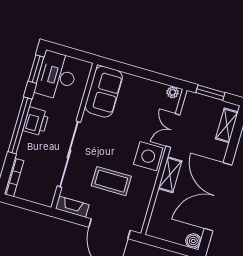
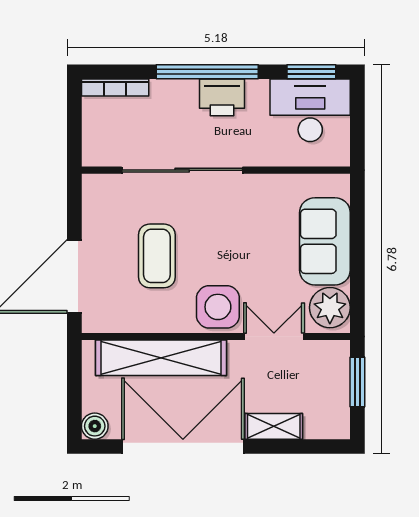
sofa: (104, 92) -> (325, 241), moved, turned 90
plant: (173, 92) -> (330, 308), width x1.88, depth x1.88
shelving: (227, 125) -> (274, 426), moved
shelving: (170, 175) -> (161, 358), width x2.20, depth x1.33
fireplace: (72, 207) -> (94, 202), removed

